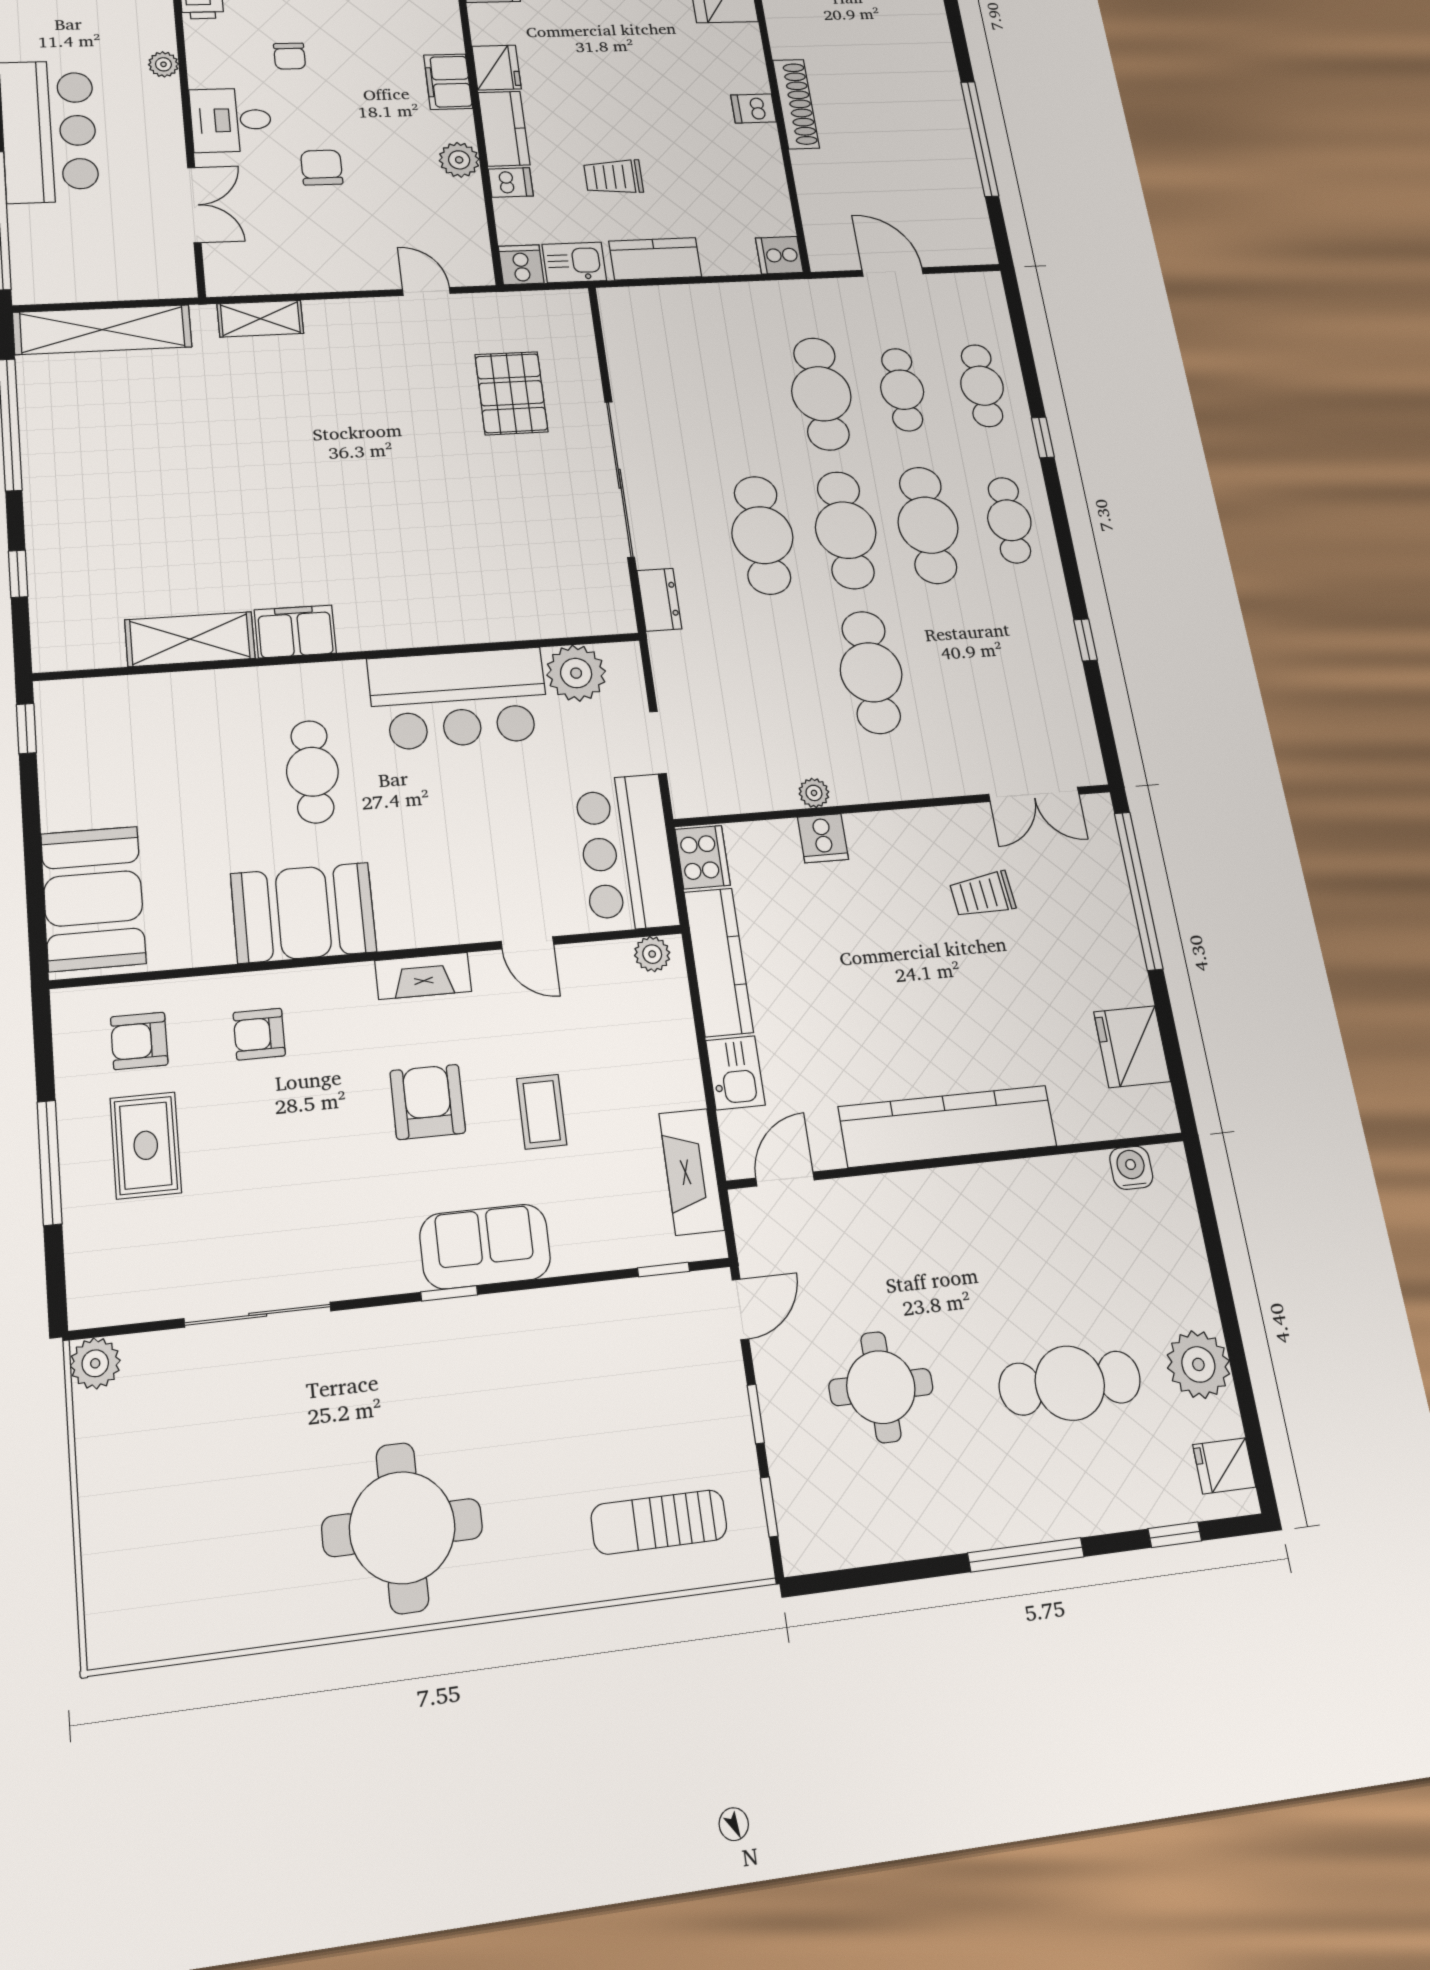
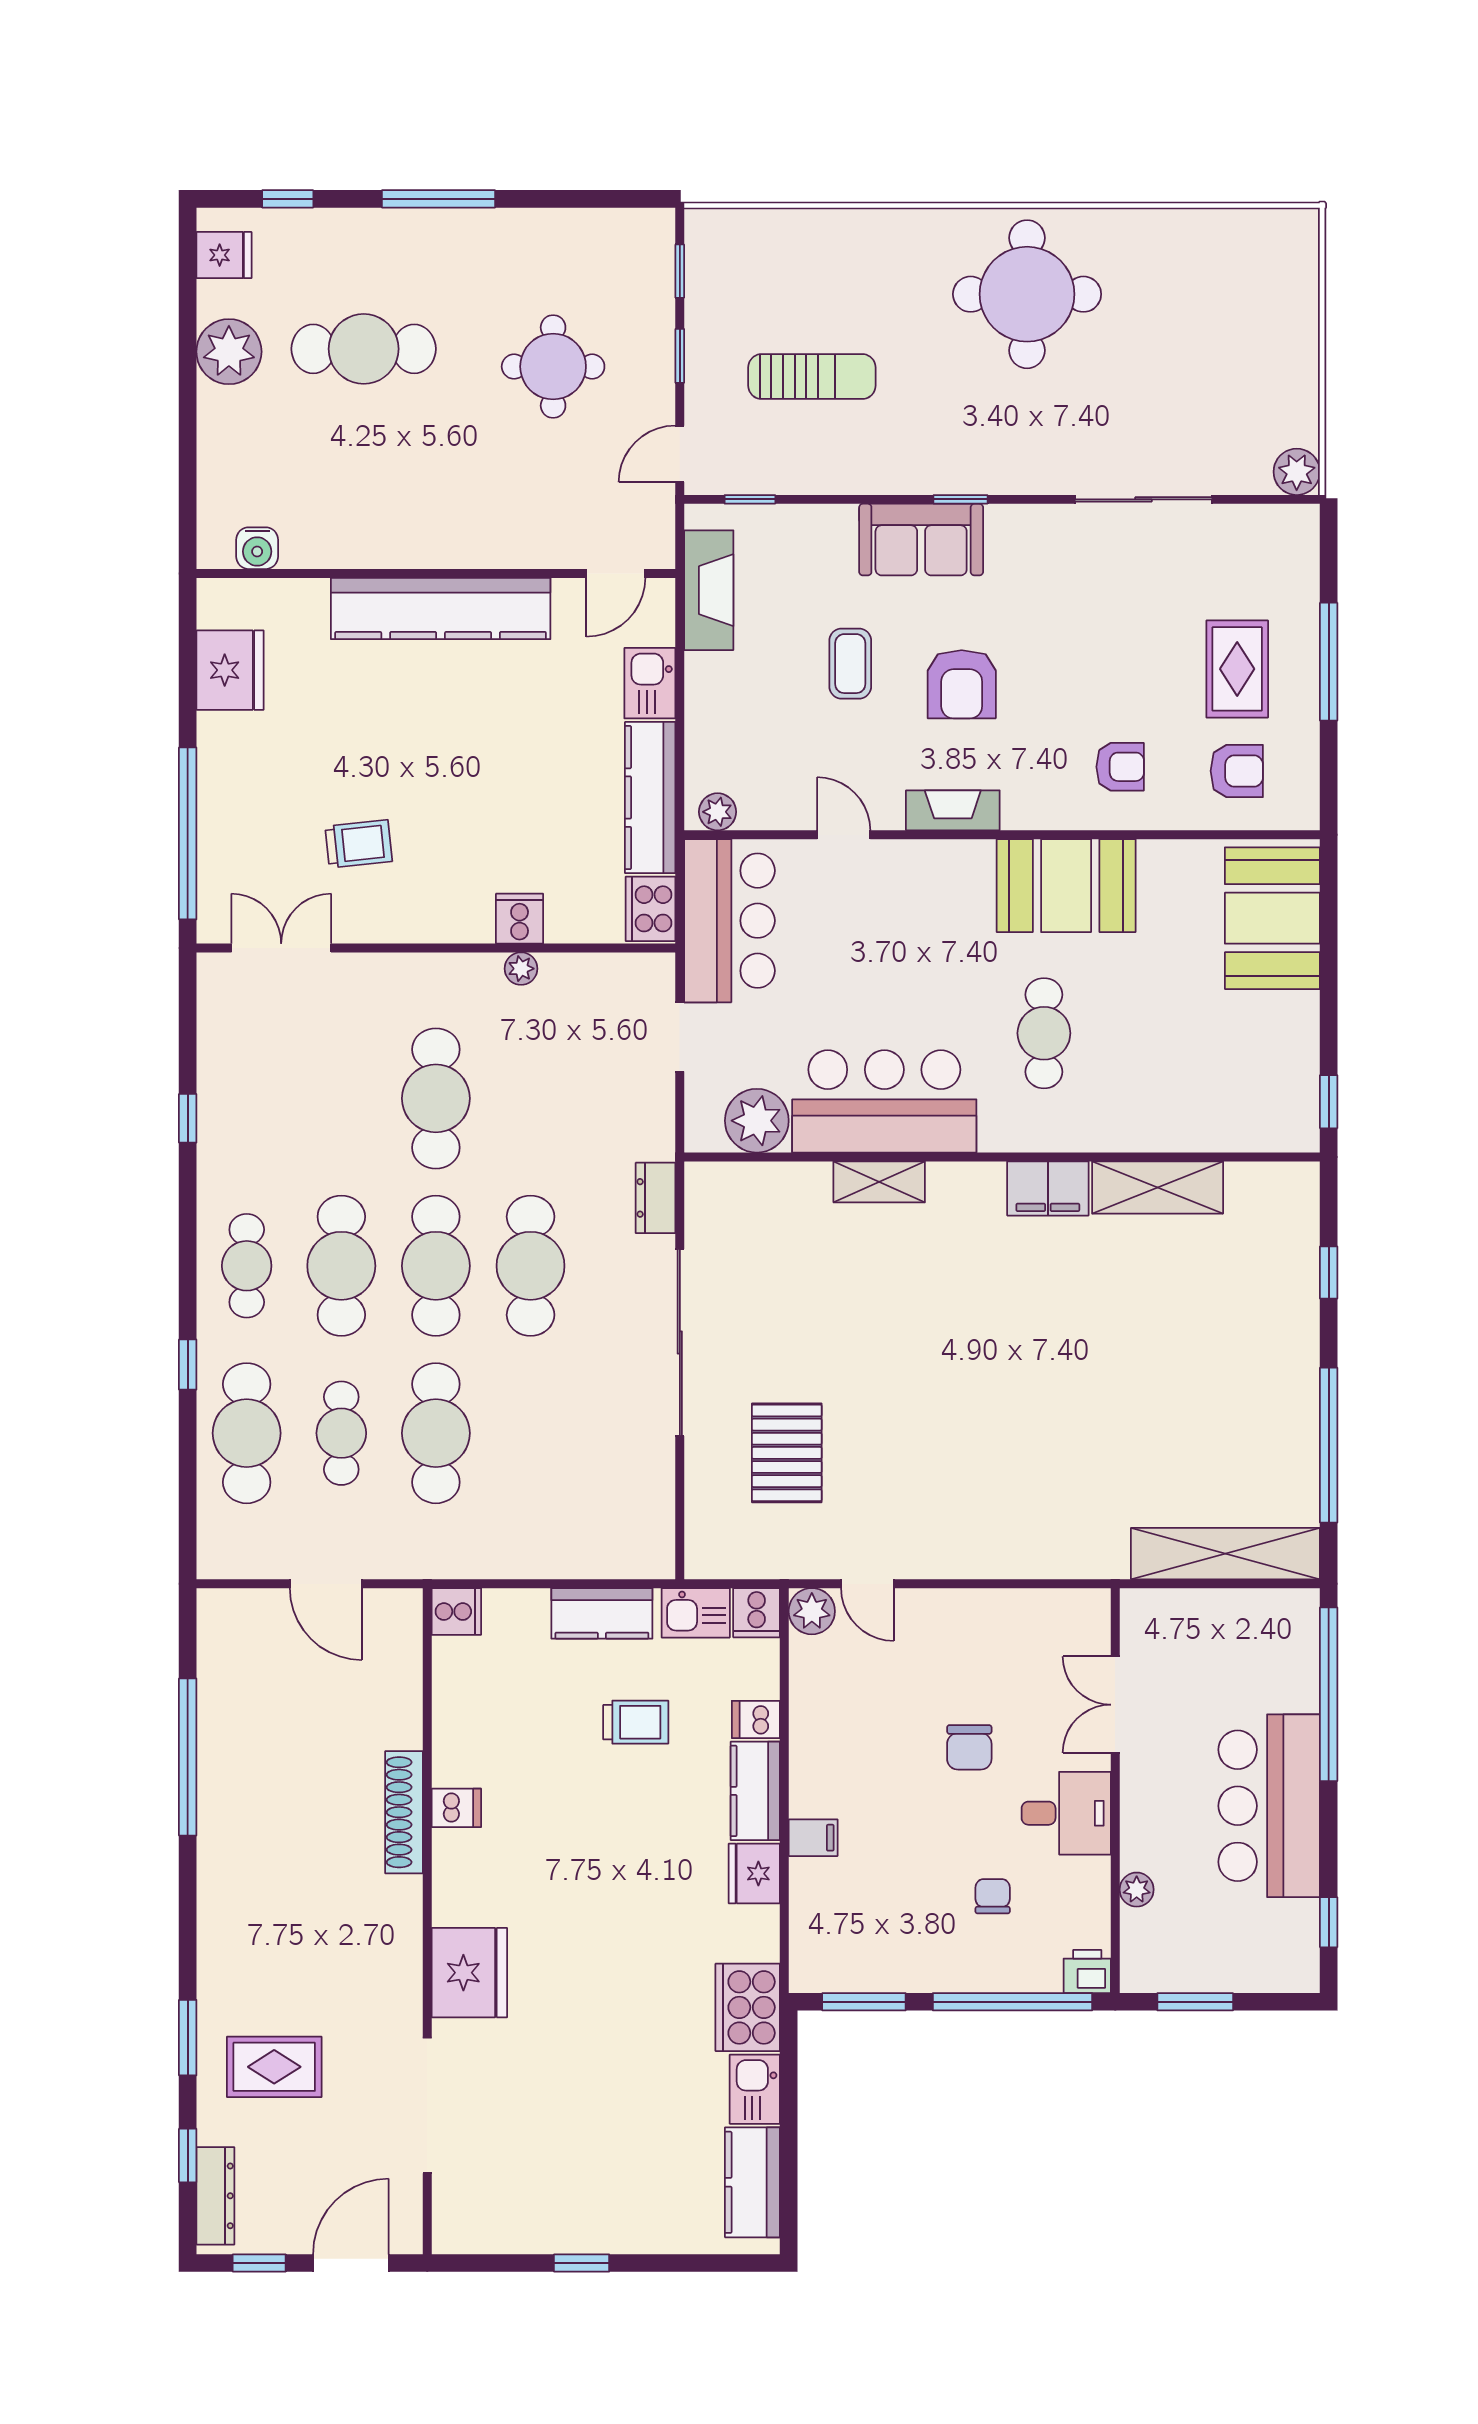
filing cabinet: (448, 82) -> (813, 1838), width x0.50
plant: (459, 160) -> (812, 1611), moved
shelving: (260, 319) -> (879, 1182), moved
cafe table: (982, 386) -> (247, 1433), width x1.37, depth x1.35
sun lounger: (659, 1522) -> (812, 377), moved

